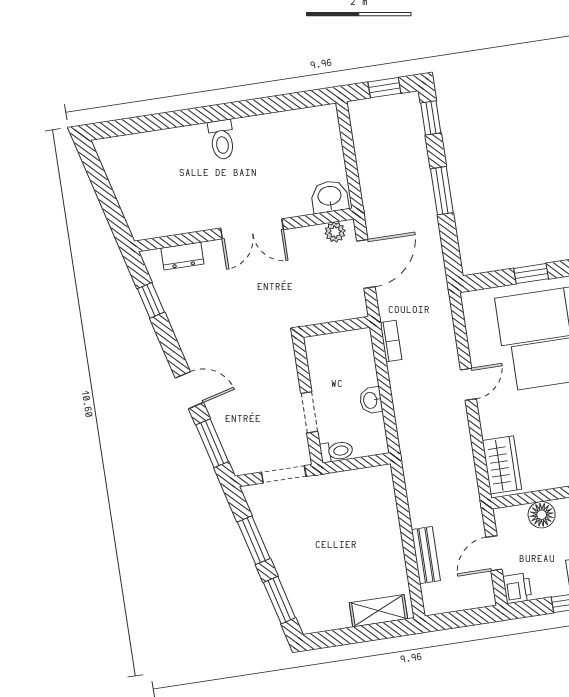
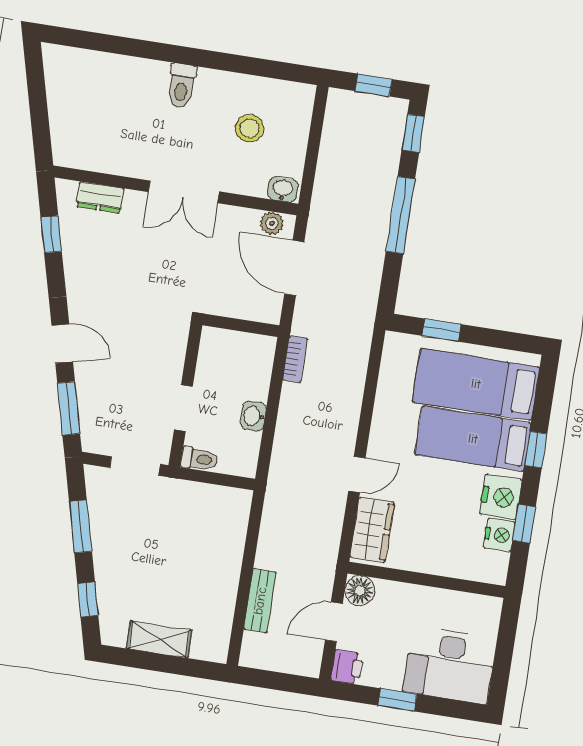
stool: (291, 157) -> (249, 128), added
window: (442, 191) -> (400, 215), width x1.44
washbasin: (330, 197) -> (283, 190), width x0.72, depth x0.69
door: (366, 264) -> (294, 268), swing flipped
window: (531, 274) -> (442, 330), moved
door: (468, 384) -> (357, 474), moved
floor lamp: (542, 515) -> (360, 591), moved
window: (279, 600) -> (88, 599), width x0.67
shelving: (378, 611) -> (159, 639), moved

